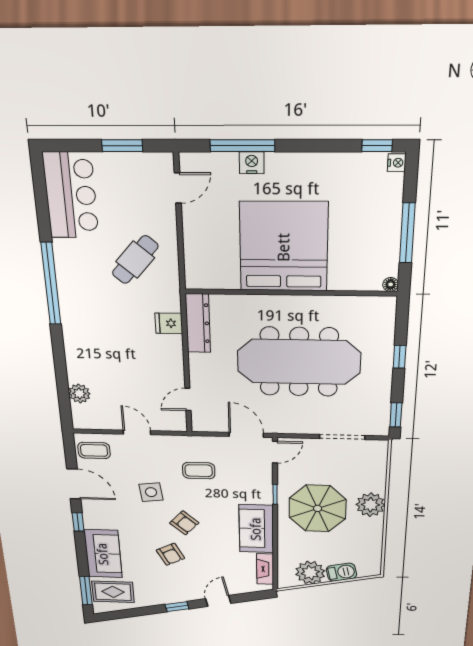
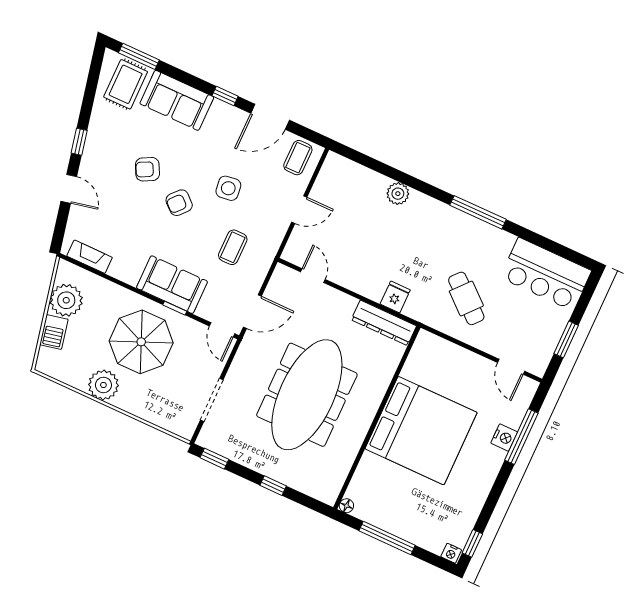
window: (51, 284) -> (478, 212), width x0.68
plant: (79, 393) -> (398, 194), moved
plant: (370, 505) -> (103, 385), moved
sofa: (256, 529) -> (172, 285), moved

